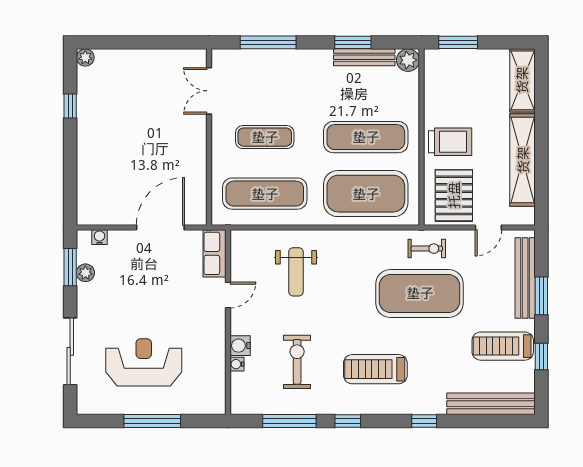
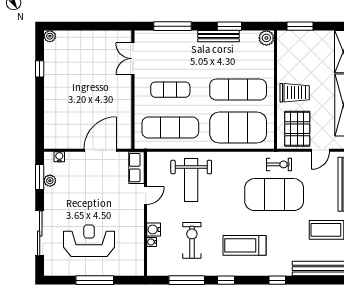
bench: (364, 57) -> (218, 36), moved
weight bench: (296, 272) -> (191, 180), width x1.36, depth x1.33

